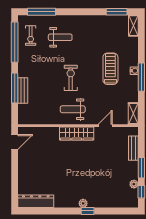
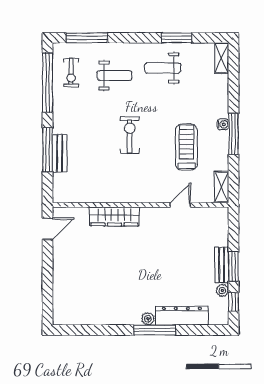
window: (117, 12) -> (176, 38), moved
treadmill: (110, 69) -> (186, 147), moved
weight bench: (73, 109) -> (163, 68), moved
wardrobe: (77, 134) -> (114, 216), moved
bench: (133, 148) -> (222, 265), moved
dresser: (36, 201) -> (182, 316), moved
window: (88, 211) -> (155, 330), width x2.17

